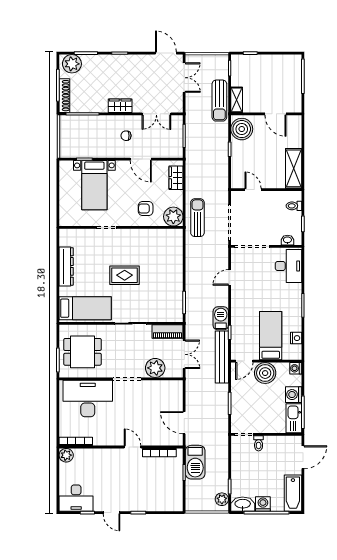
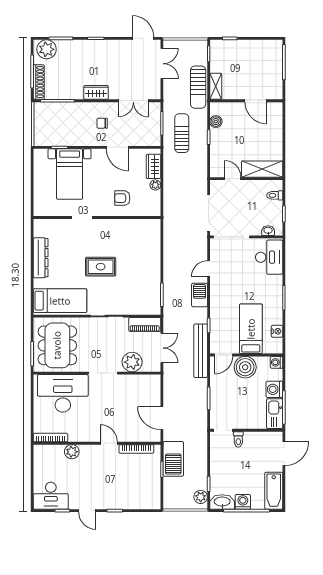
boiler: (242, 129) -> (216, 122), width x0.54, depth x0.54
shelving: (294, 168) -> (262, 169), moved, turned 90
plant: (173, 217) -> (155, 185), moved, width x0.53, depth x0.53
sun lounger: (197, 218) -> (182, 133), moved
barbecue: (221, 318) -> (200, 295), moved
dining table: (82, 352) -> (57, 345), width x1.37
plant: (66, 455) -> (72, 452), moved

